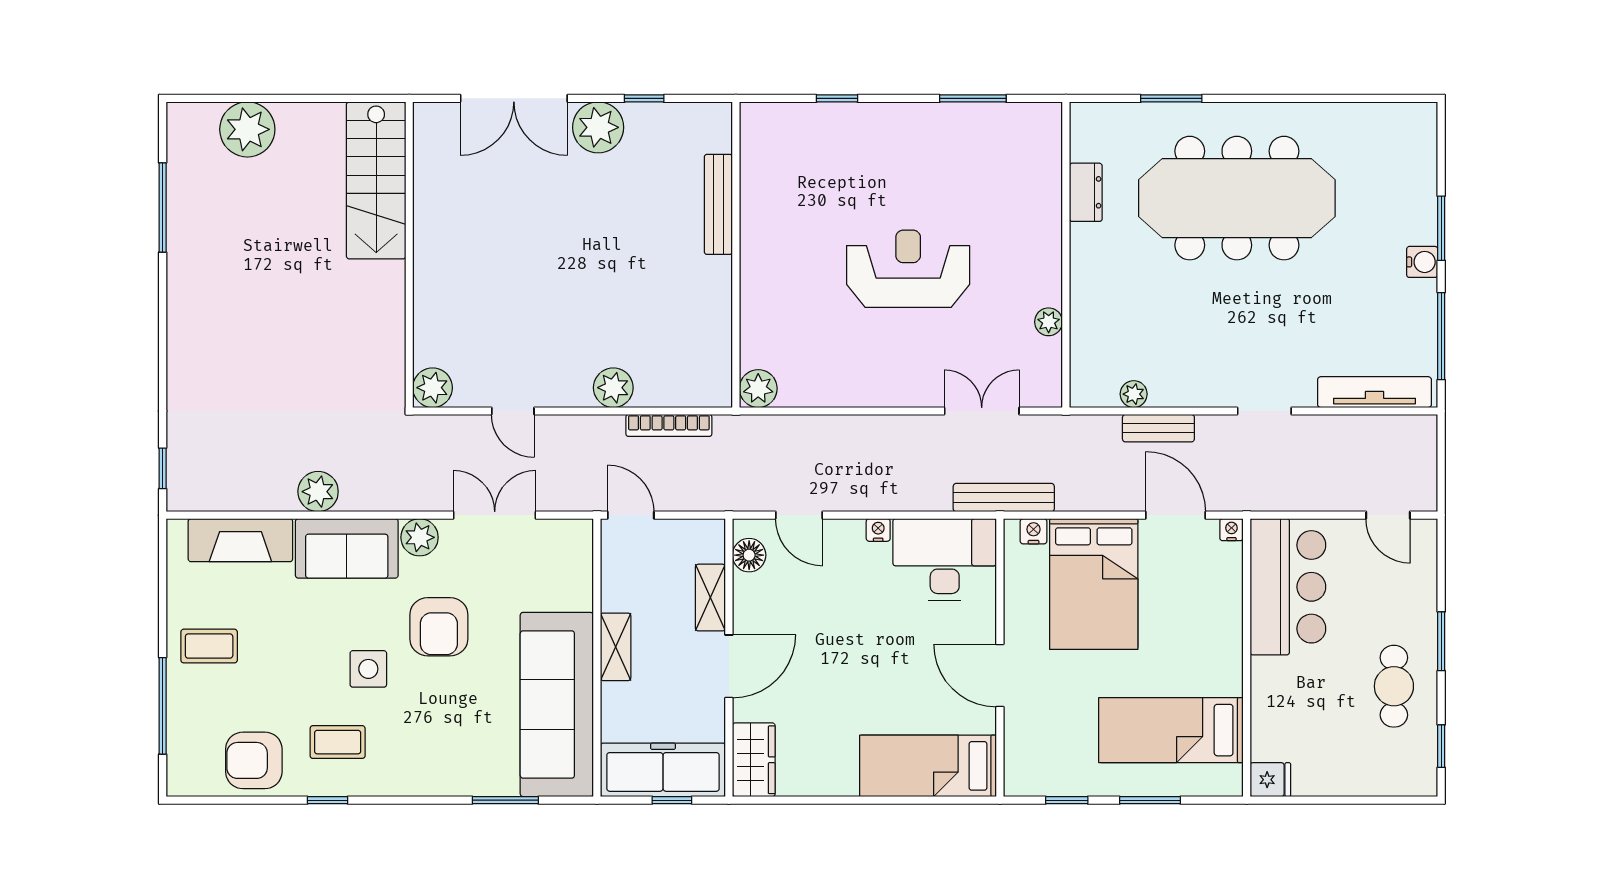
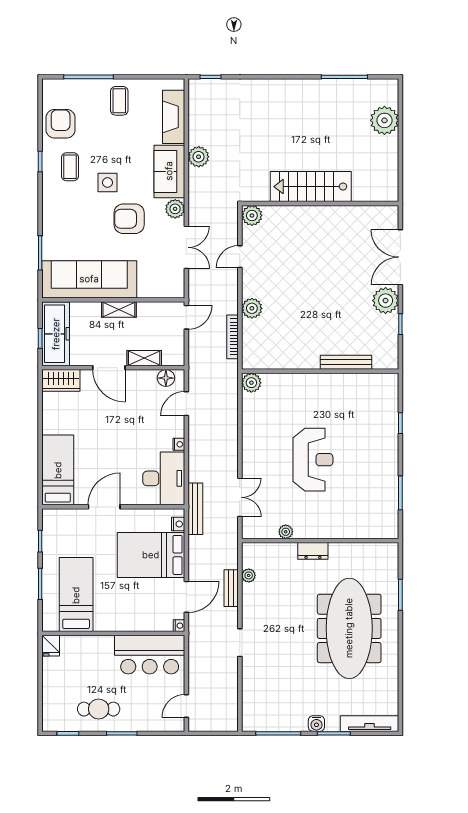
stairs: (376, 180) -> (311, 187), moved
dresser: (1086, 192) -> (313, 551), moved
tv unit: (1374, 392) -> (370, 724), moved, turned -90

